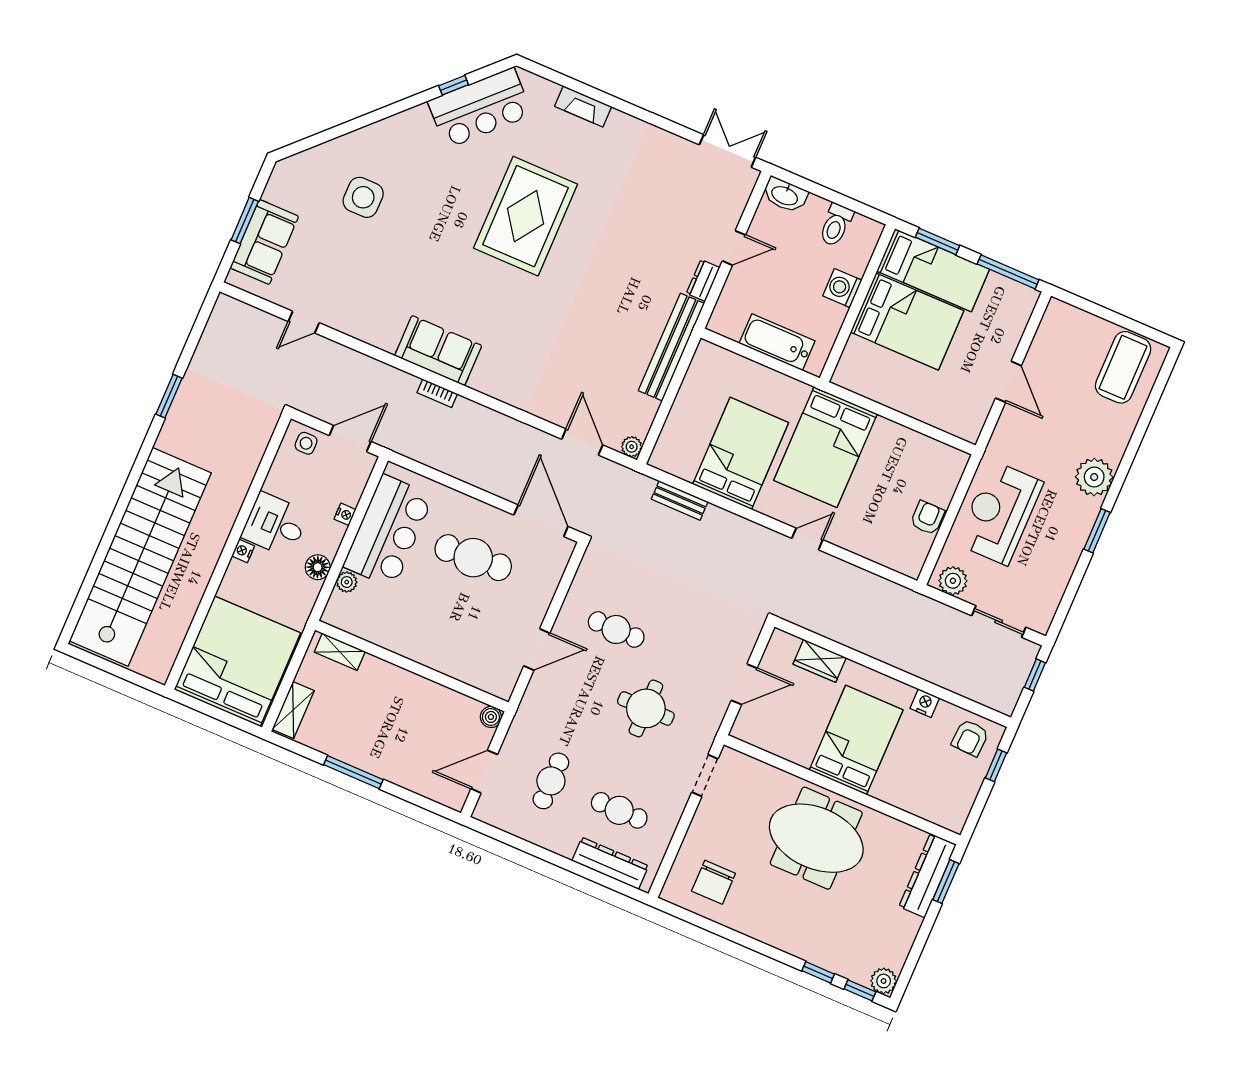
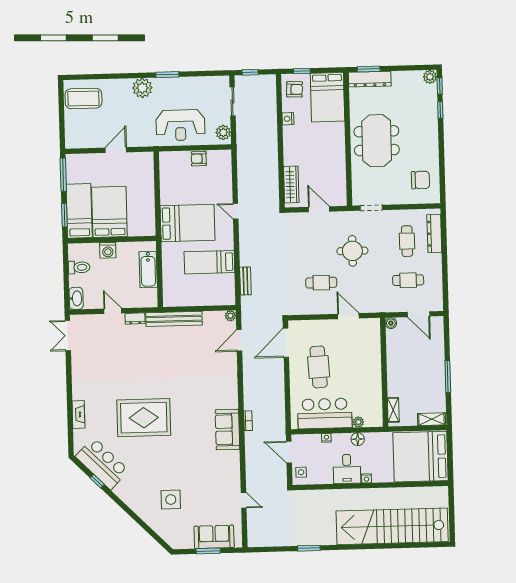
bed: (741, 453) -> (209, 262), width x0.67
cafe table: (616, 629) -> (321, 283), turned 90
wardrobe: (820, 661) -> (291, 184), width x1.50
bed: (856, 740) -> (327, 97), moved, turned -90

